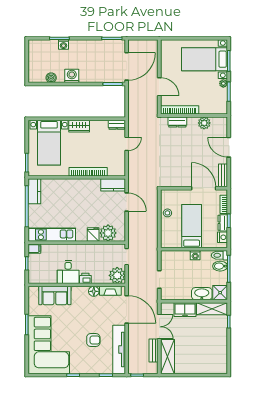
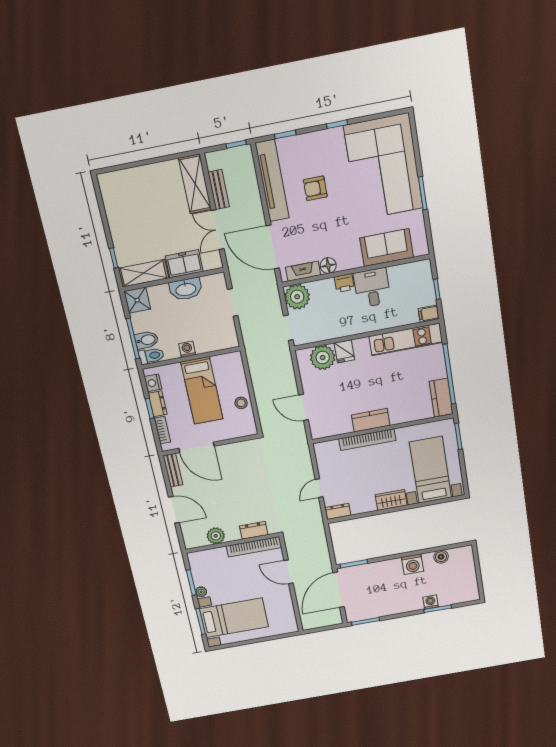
kitchen counter: (113, 185) -> (371, 420), moved
washbasin: (202, 294) -> (186, 289), moved

